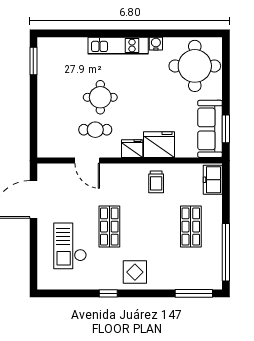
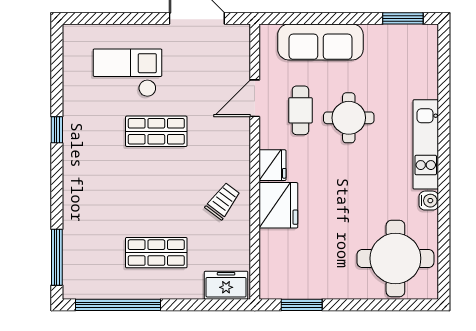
sofa: (210, 129) -> (320, 42), moved, turned 180
trolley: (156, 182) -> (223, 201), turned 127
display table: (135, 272) -> (89, 169), removed

